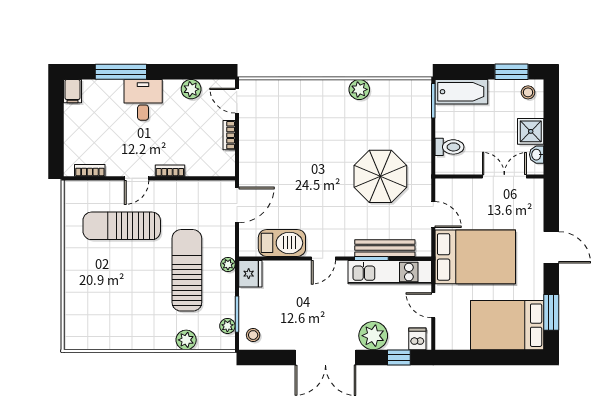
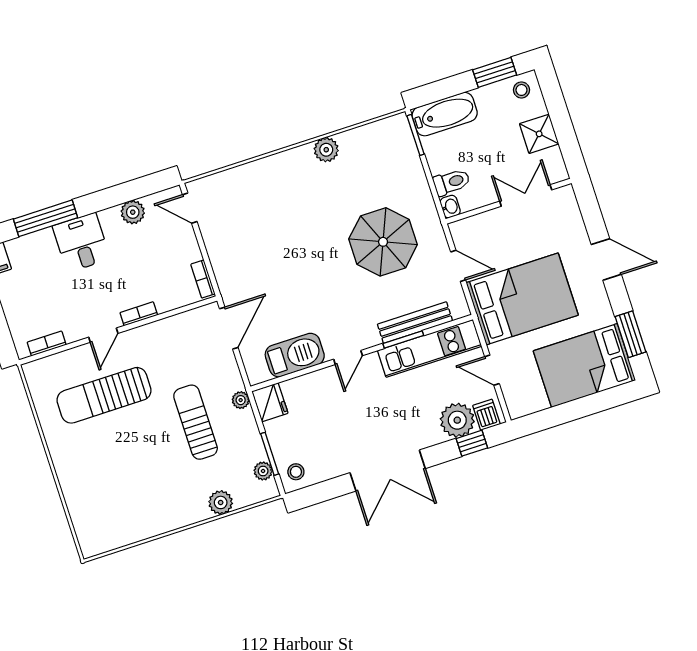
bookcase: (229, 135) -> (203, 279), moved
washbasin: (537, 155) -> (450, 207), moved, turned 180
sun lounger: (187, 270) -> (196, 422), width x0.73, depth x0.75
plant: (373, 336) -> (457, 420), moved

